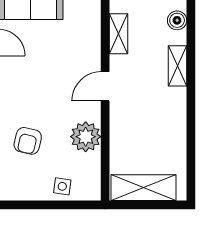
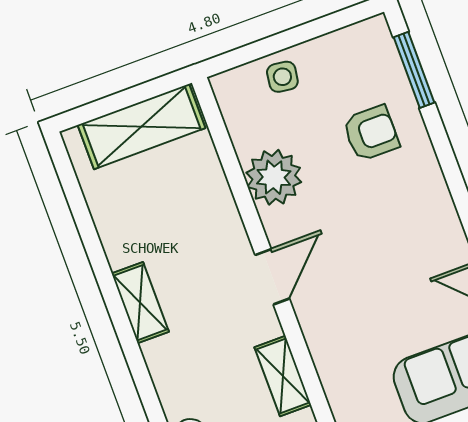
shelving: (177, 66) -> (140, 303), moved
armchair: (28, 141) -> (371, 133), turned 77

